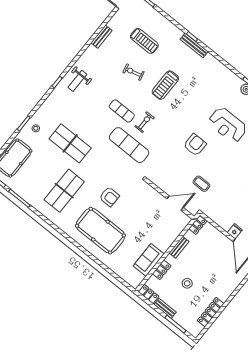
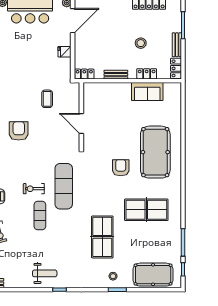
armchair: (195, 145) -> (19, 131), turned 90
door: (175, 203) -> (81, 123), moved
fridge: (235, 231) -> (65, 52), moved

